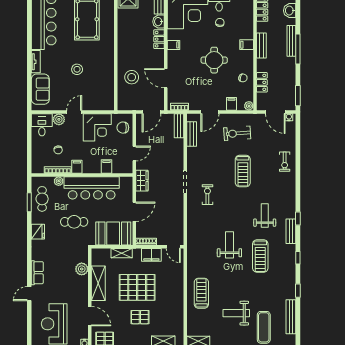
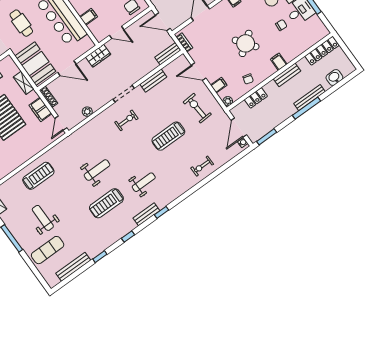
round table: (214, 60) -> (246, 43), turned -37
bench: (192, 134) -> (153, 81), moved
plant: (179, 220) -> (87, 112), added

